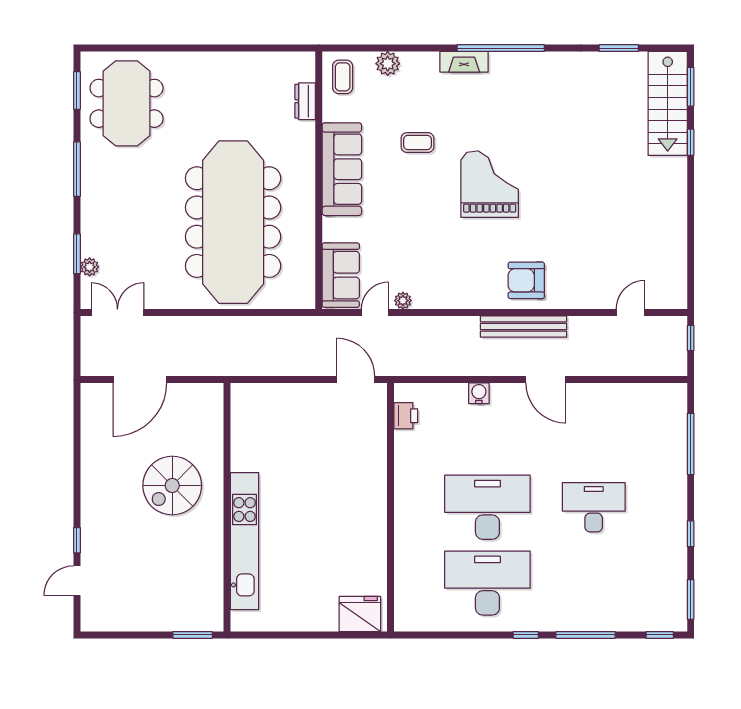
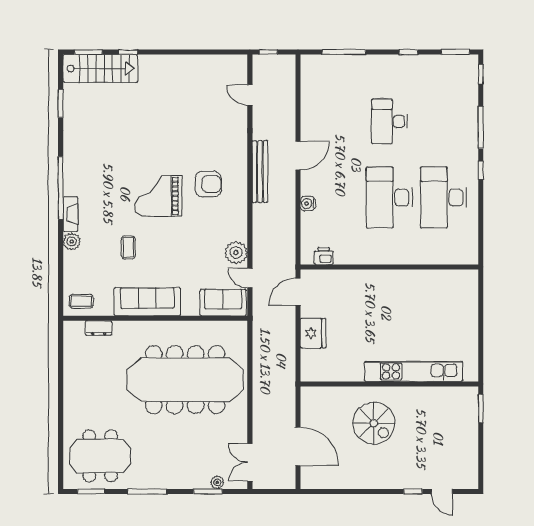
plant: (388, 64) -> (72, 241), moved
armchair: (526, 280) -> (208, 184), moved, turned -90
plant: (403, 301) -> (236, 253), width x1.88, depth x1.88
fridge: (360, 614) -> (313, 333), moved, turned 180

